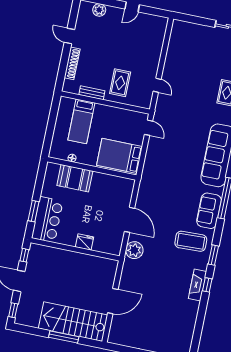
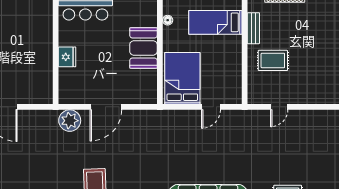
door: (148, 128) -> (211, 107), moved
booth: (75, 178) -> (143, 48), moved

